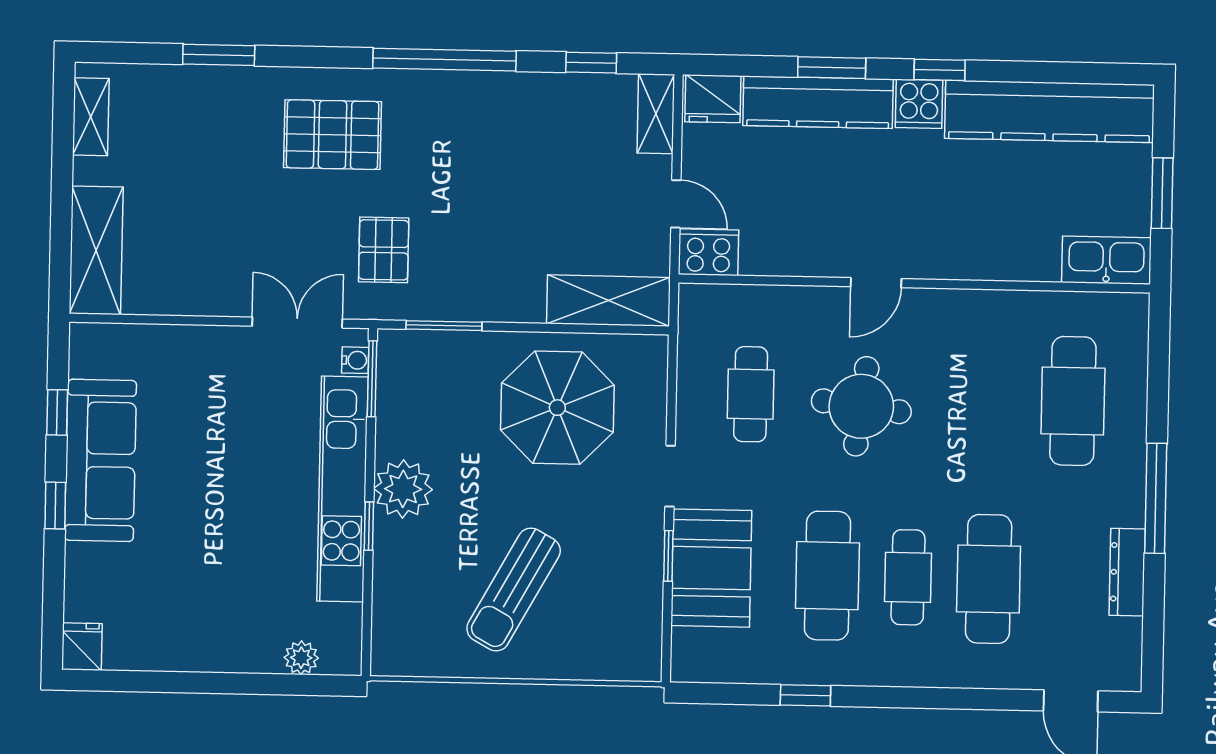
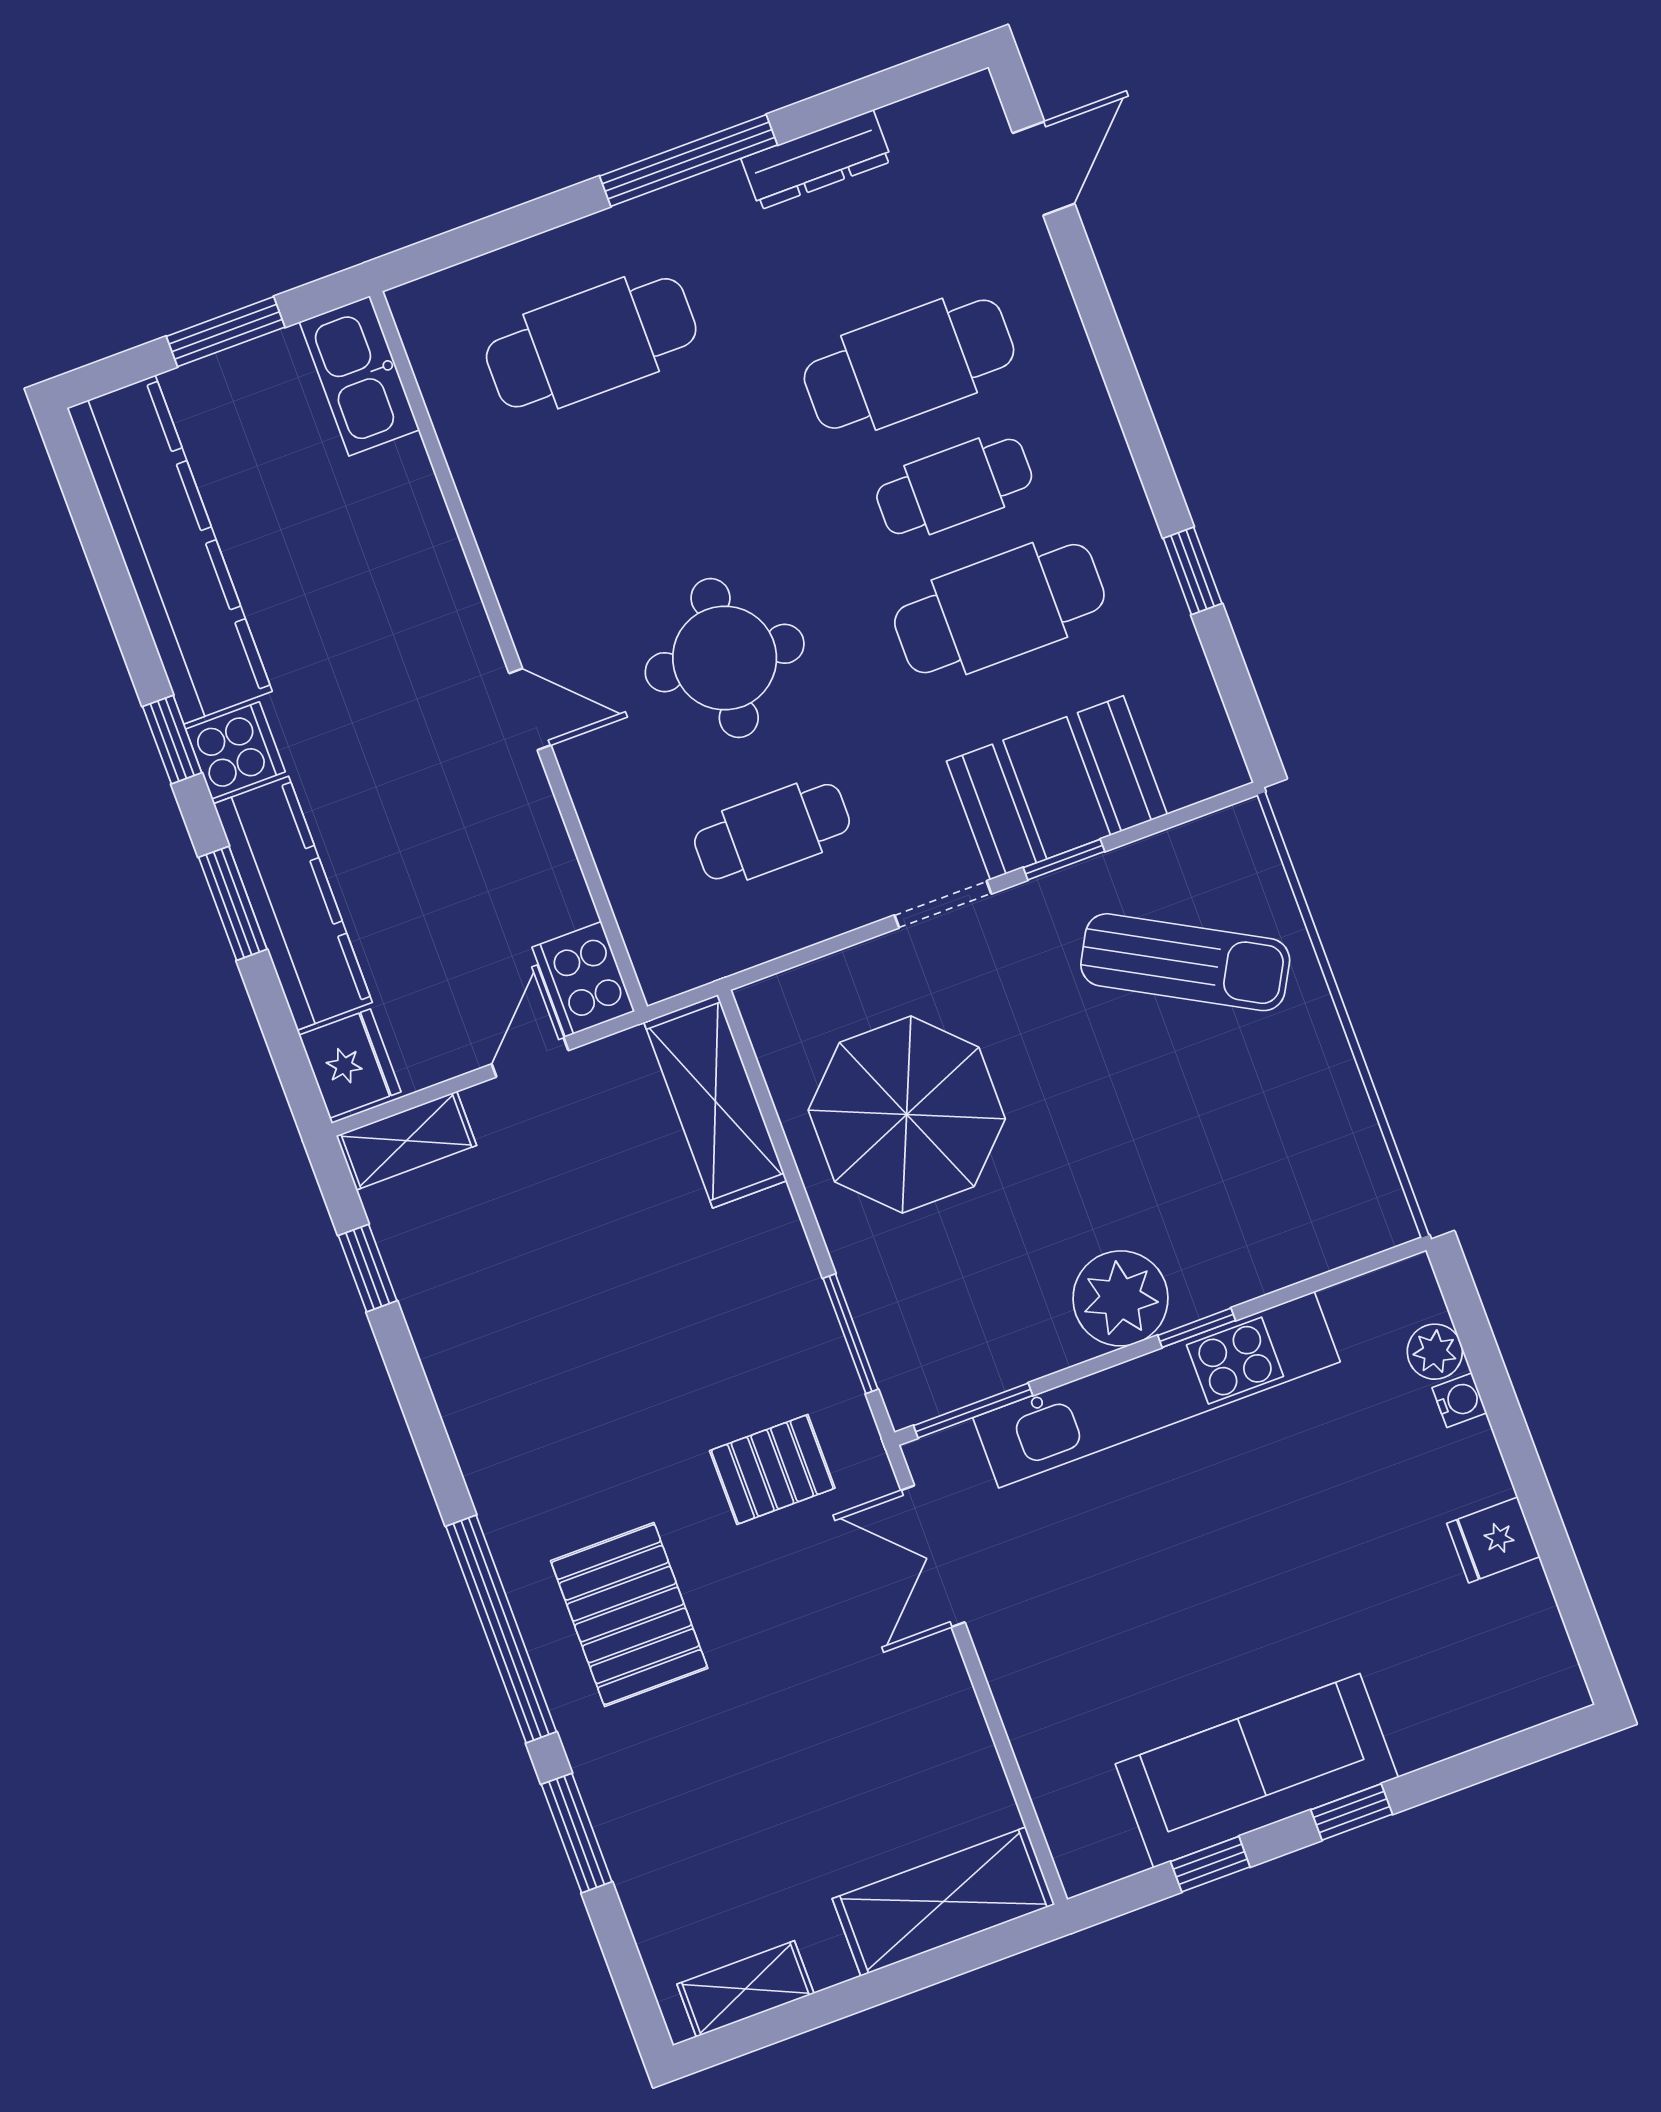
window: (445, 60) -> (501, 1629), moved
water cooler: (355, 360) -> (1459, 1400), moved, turned 90
sun lounger: (514, 589) -> (1185, 962), moved
fridge: (82, 647) -> (1493, 1540), moved

